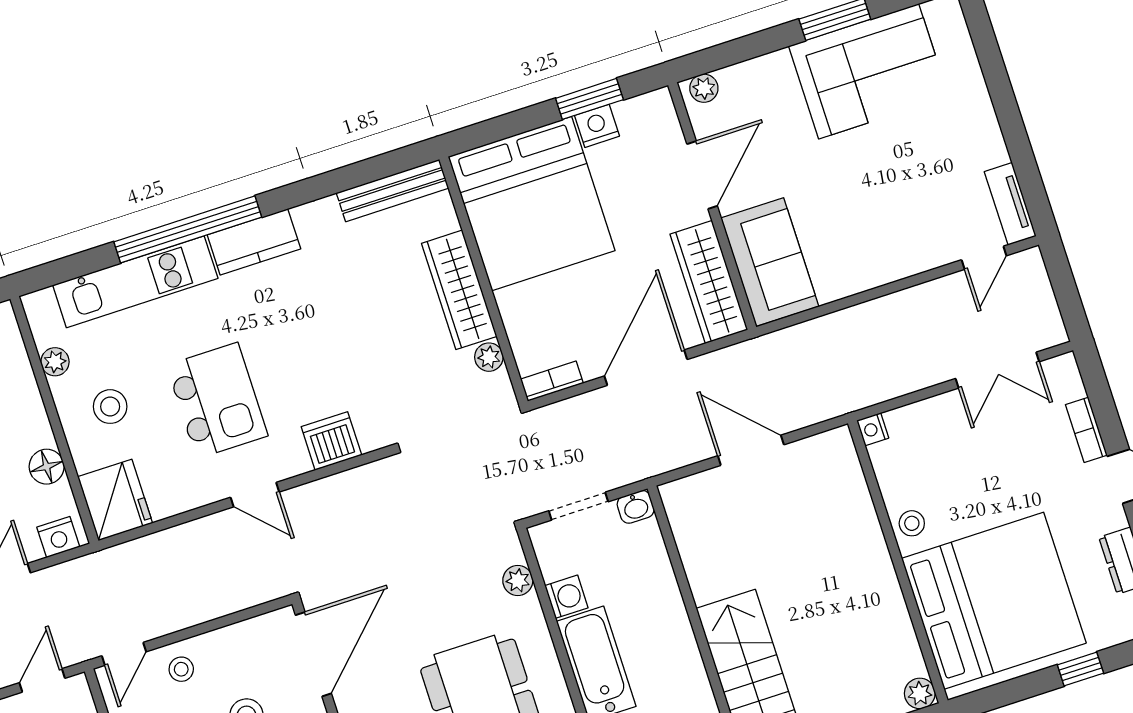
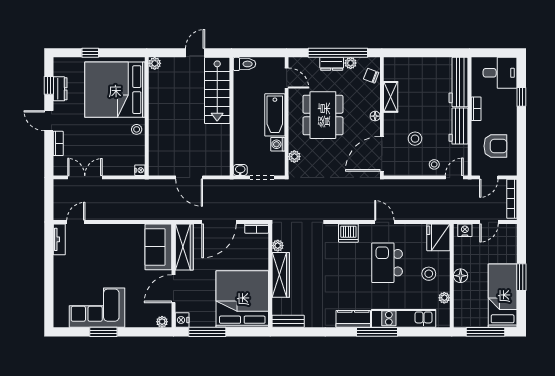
window: (589, 99) -> (207, 332), width x1.44
nightstand: (597, 126) -> (182, 320), moved, turned 90
bench: (393, 191) -> (288, 321), width x0.73
window: (188, 229) -> (377, 332), width x0.68
floor lamp: (47, 467) -> (461, 276), moved

